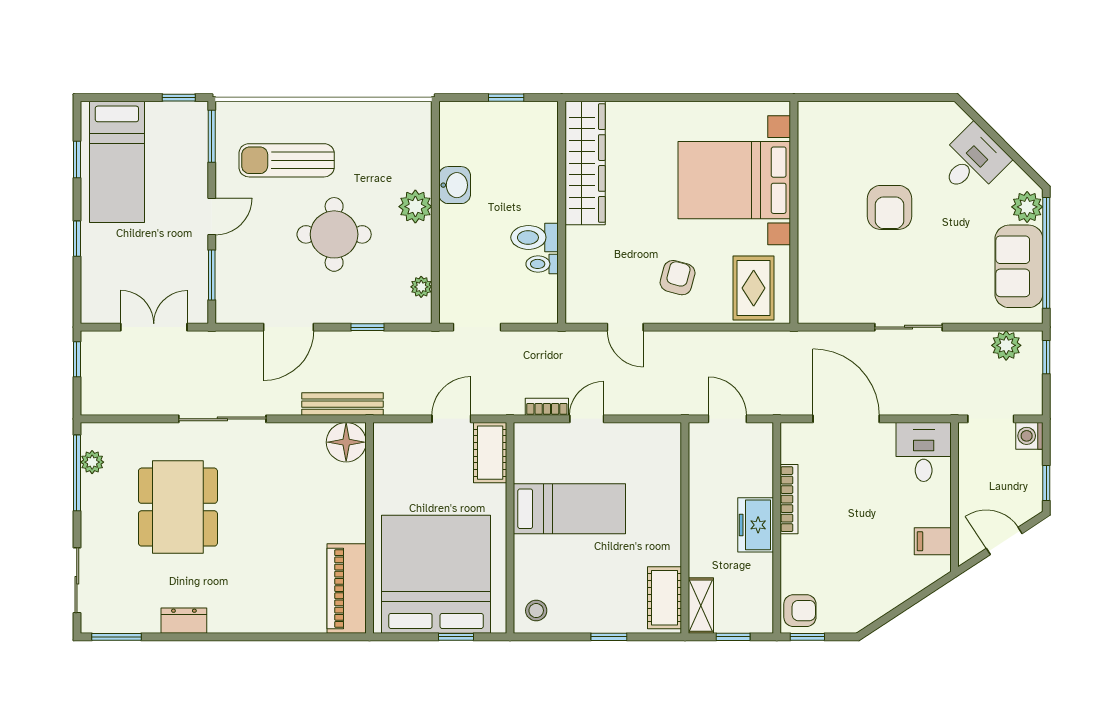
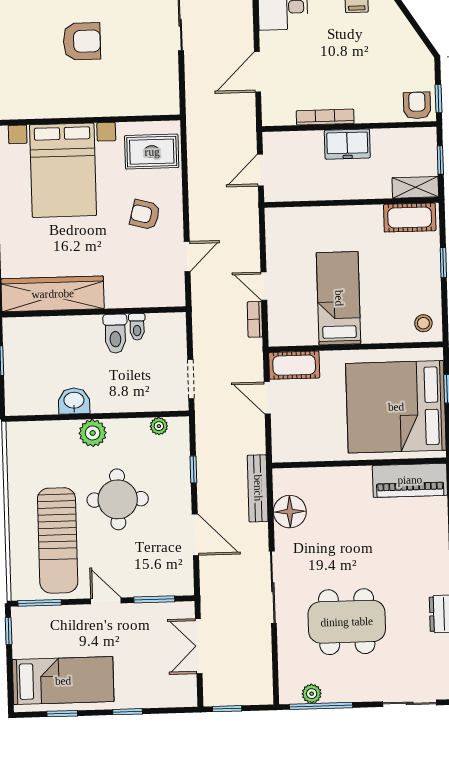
sun lounger: (287, 160) -> (58, 540), width x1.36, depth x1.34
door: (846, 419) -> (258, 72), width x0.73
floor lamp: (346, 442) -> (290, 512), moved

